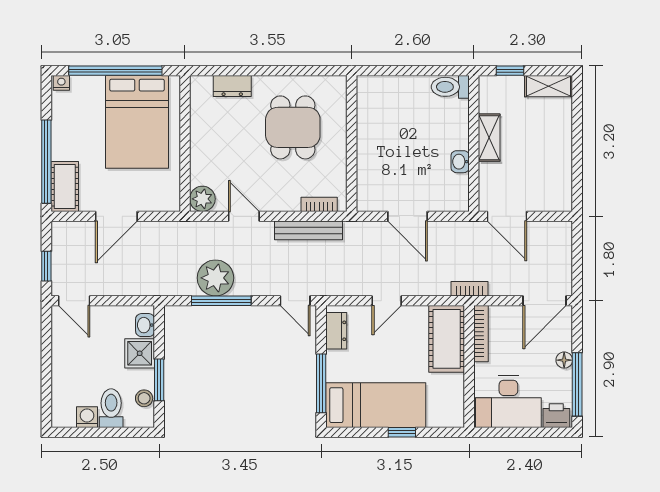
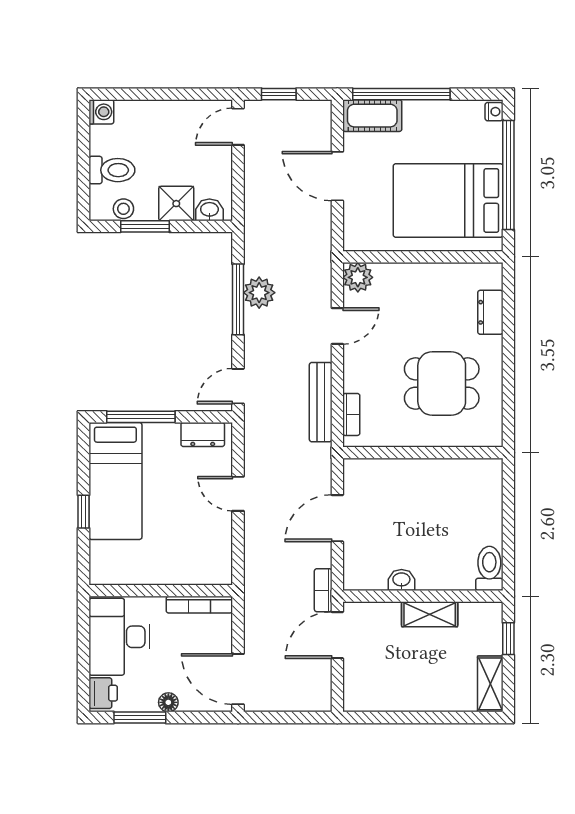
plant: (215, 278) -> (259, 293), width x0.73, depth x0.73
bookcase: (470, 289) -> (323, 590), moved, turned 180
cot: (447, 339) -> (193, 564), removed
window: (577, 384) -> (140, 718), width x0.69
washing machine: (87, 417) -> (101, 112), moved

